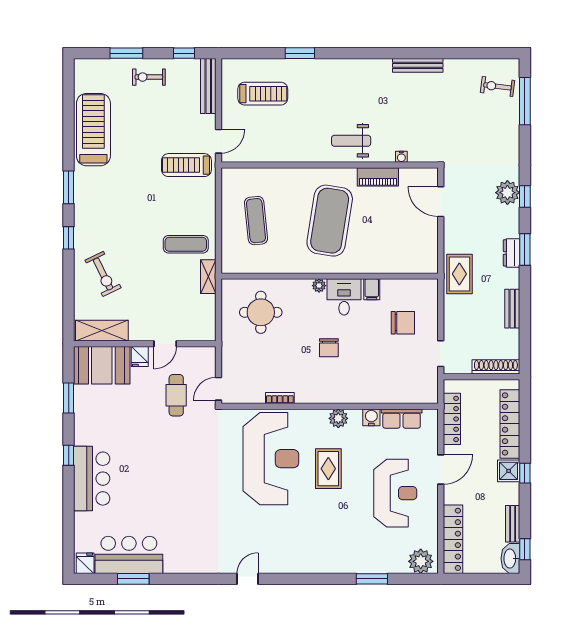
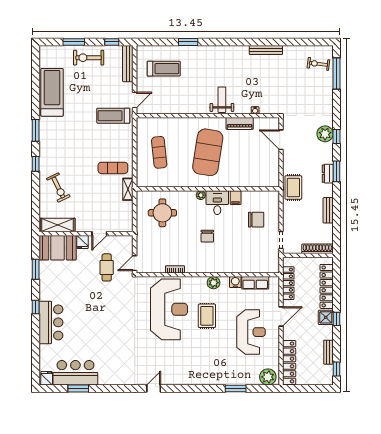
exercise bike: (149, 77) -> (89, 58), width x1.38, depth x1.39
weight bench: (351, 141) -> (222, 100), turned 90
washbasin: (510, 559) -> (327, 375), removed

